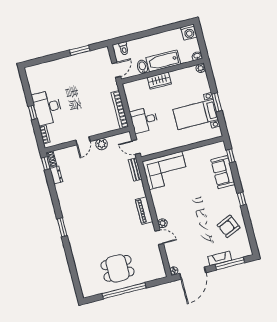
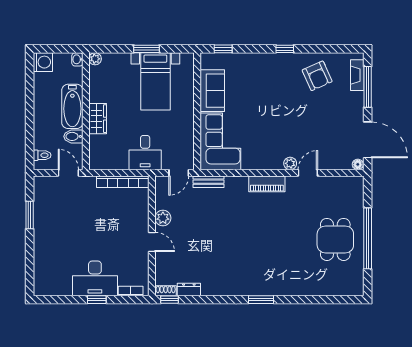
sofa: (223, 172) -> (212, 91), moved, turned -90
fireplace: (220, 258) -> (357, 75), moved

